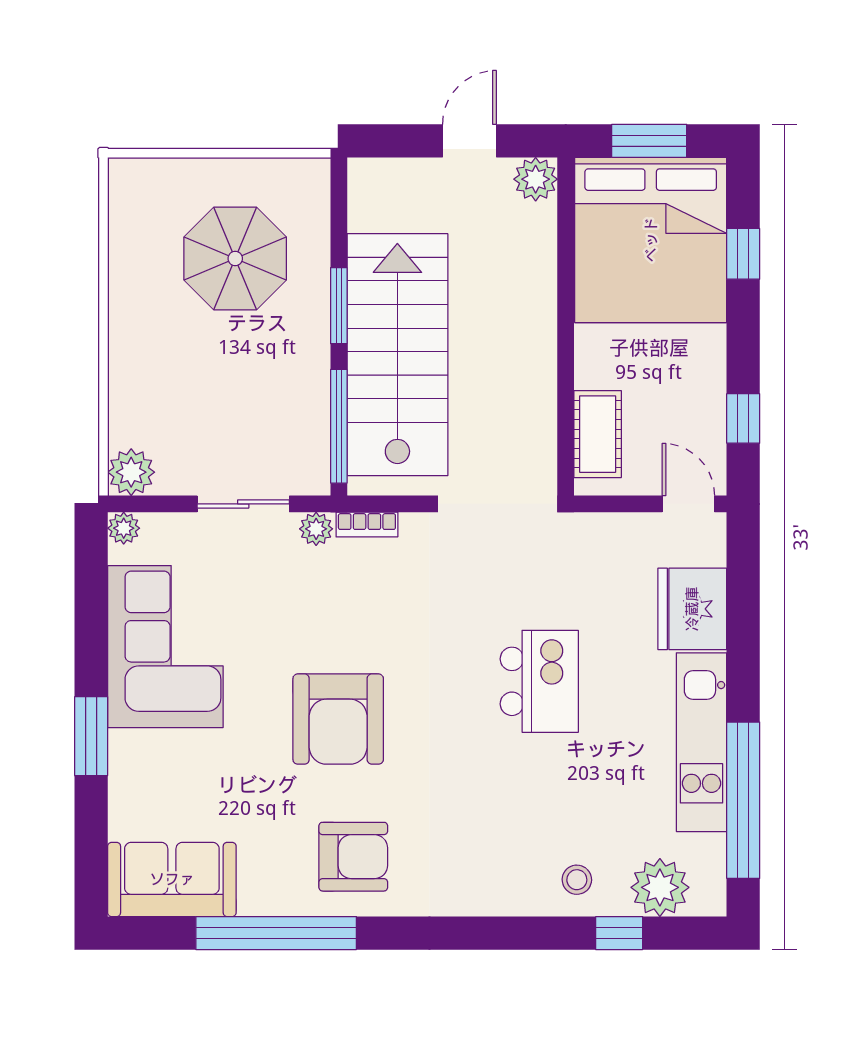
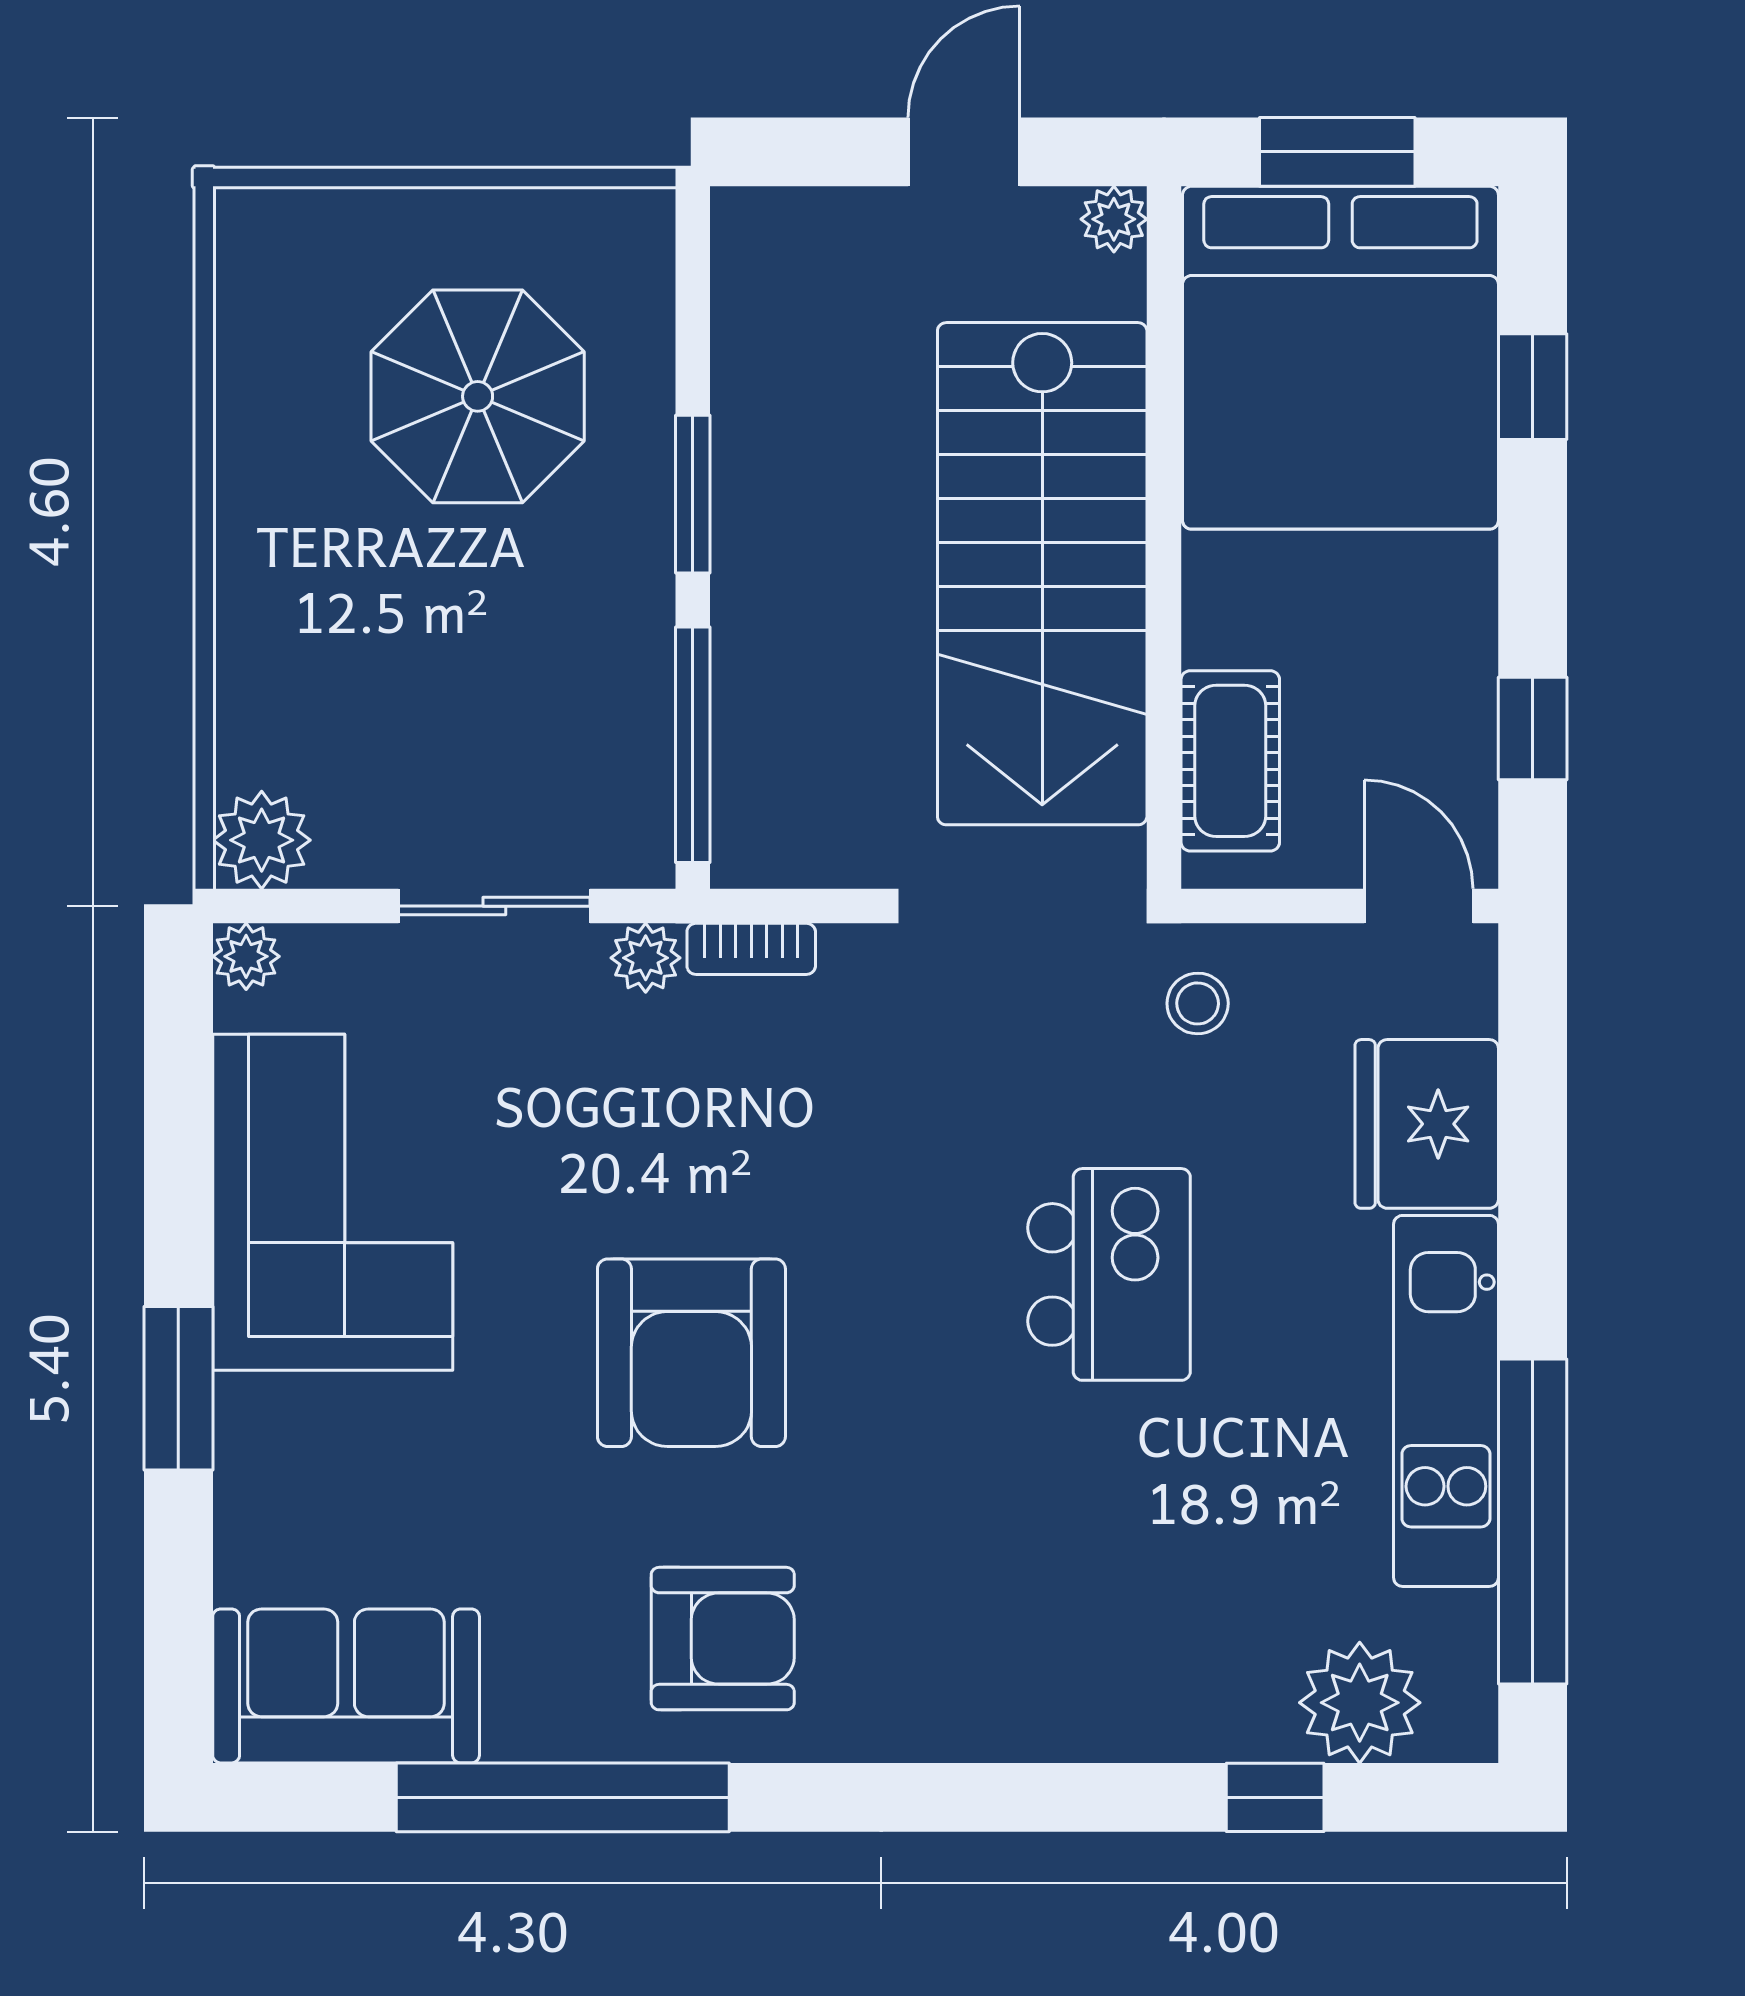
plant: (536, 179) -> (1114, 219), width x0.73, depth x0.73
stairs: (397, 355) -> (1042, 574), moved, turned 180
stool: (577, 880) -> (1198, 1003), moved

